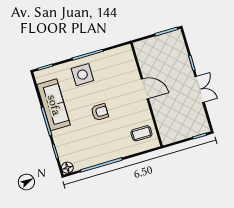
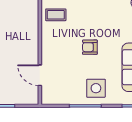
door: (145, 89) -> (40, 75), moved

